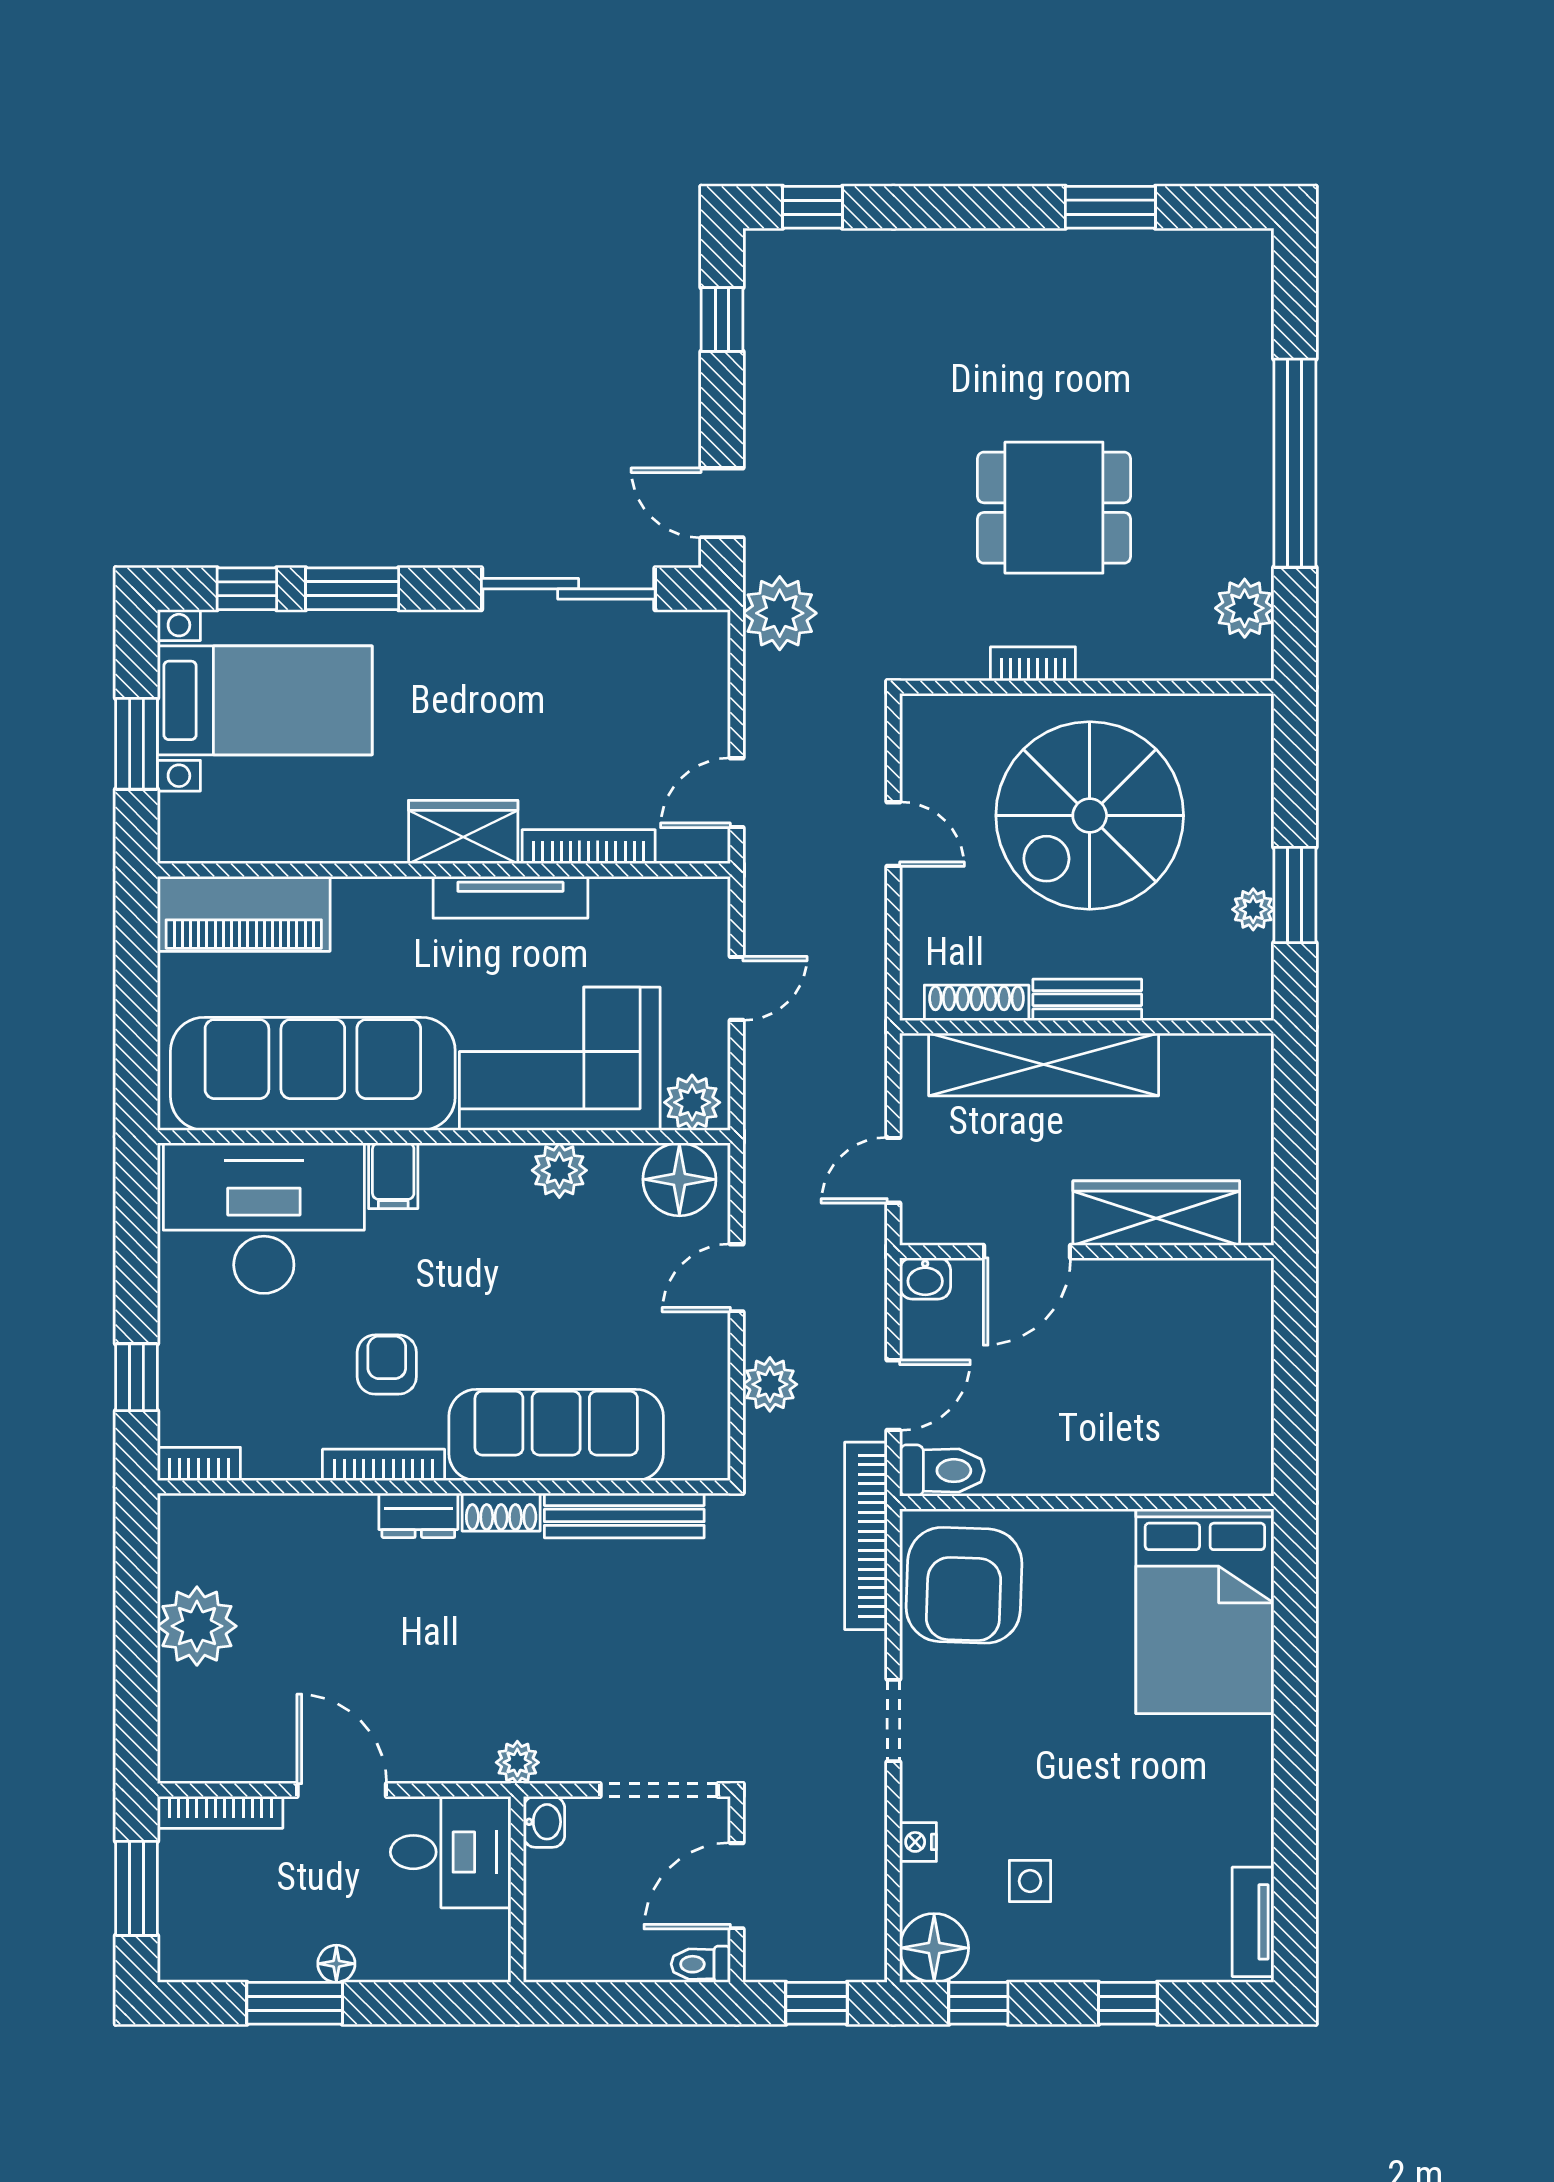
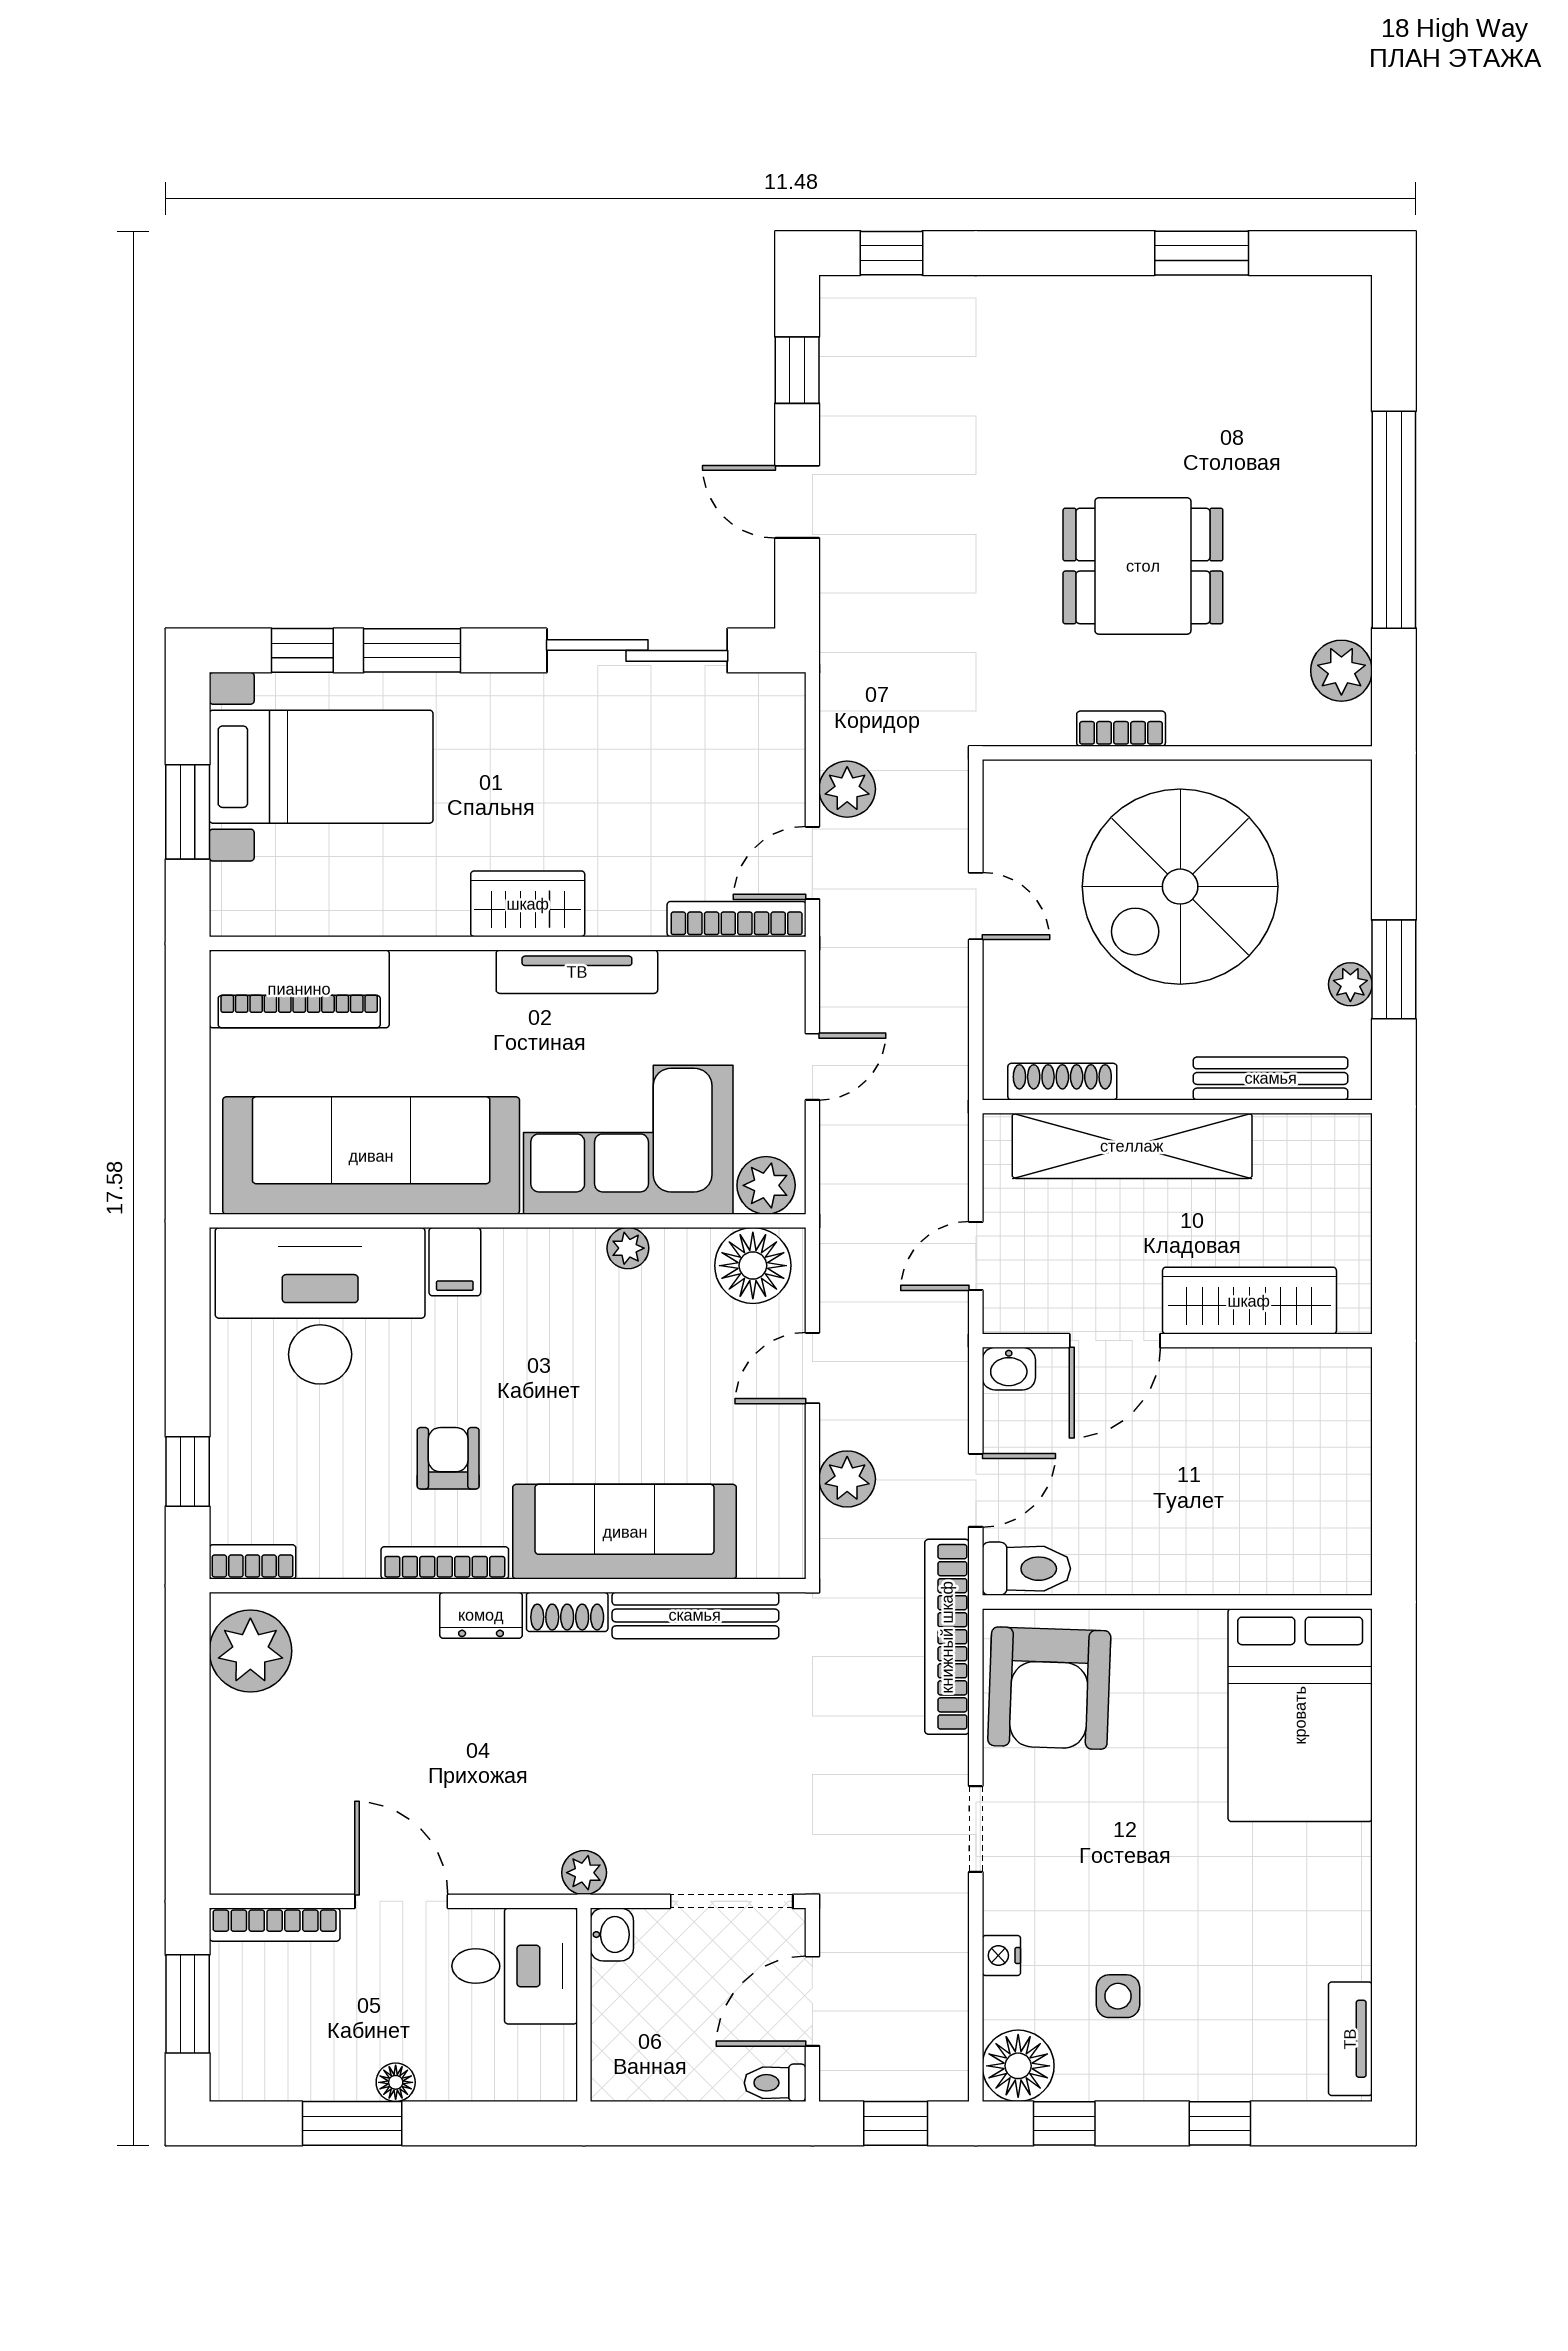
door: (722, 503) -> (797, 502), moved
plant: (780, 613) -> (847, 789), moved, width x0.73, depth x0.73
bookcase: (589, 847) -> (737, 919), moved
bench: (1087, 1000) -> (1271, 1078), moved, width x1.36
plant: (559, 1170) -> (628, 1248), width x0.73, depth x0.73
plant: (197, 1626) -> (250, 1651), moved

